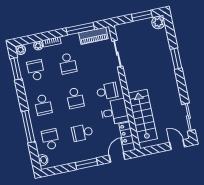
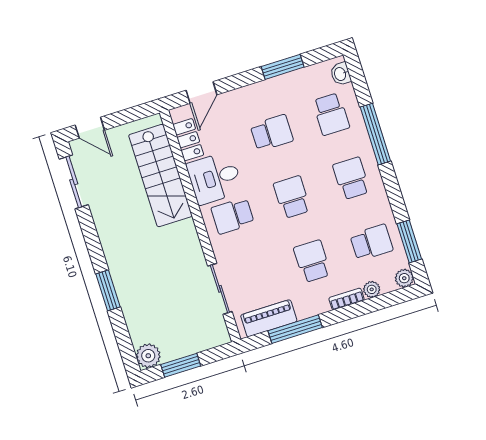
school desk: (36, 70) -> (372, 242), turned -90
window: (87, 164) -> (283, 67), moved

